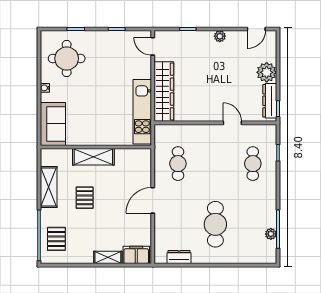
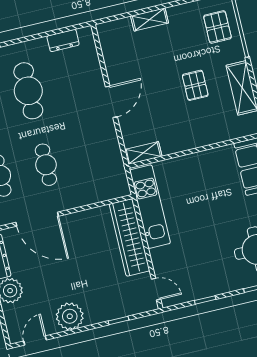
plant: (220, 36) -> (70, 316), width x1.88, depth x1.88
door: (232, 123) -> (37, 219), width x1.87
shelving: (93, 157) -> (143, 153), moved, width x0.67, depth x0.75
cafe table: (178, 164) -> (46, 165), moved
filing cabinet: (136, 255) -> (116, 31), removed

